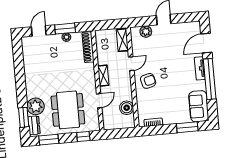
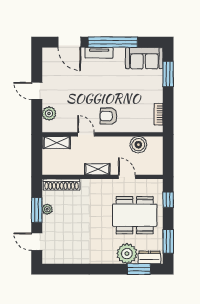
armchair: (148, 81) -> (109, 116), turned -76

